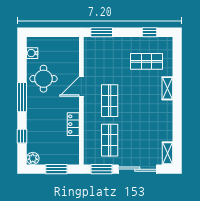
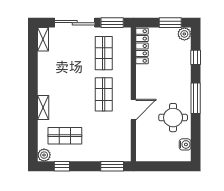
plant: (166, 43) -> (44, 155), added
locker: (73, 124) -> (142, 46), moved, width x1.53
window: (56, 169) -> (170, 23), moved

